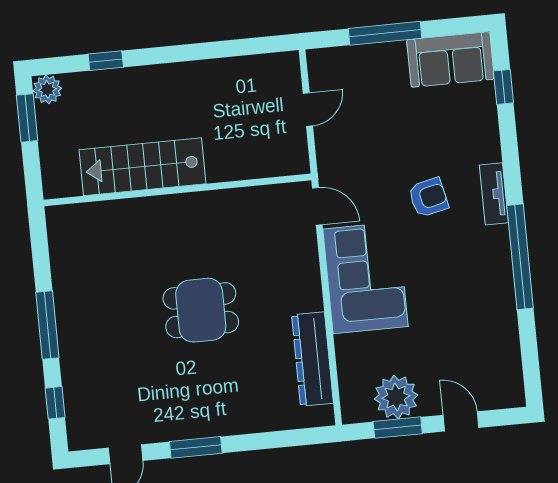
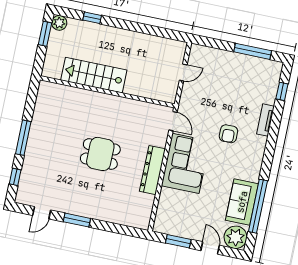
window: (385, 33) -> (253, 51), moved
sofa: (450, 59) -> (242, 202), moved, turned 90
tv unit: (494, 194) -> (266, 120), moved
armchair: (428, 197) -> (228, 134), turned 103
window: (520, 257) -> (258, 206), moved
dresser: (312, 359) -> (152, 170), moved
plant: (396, 397) -> (236, 237), moved

